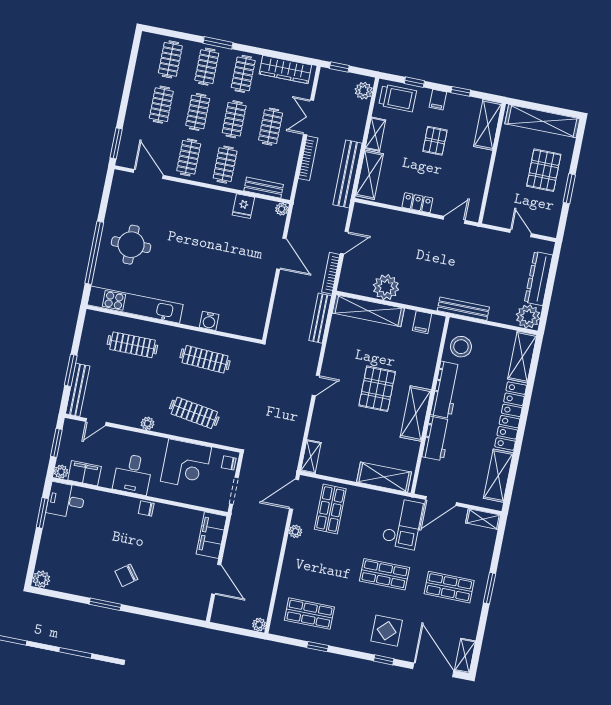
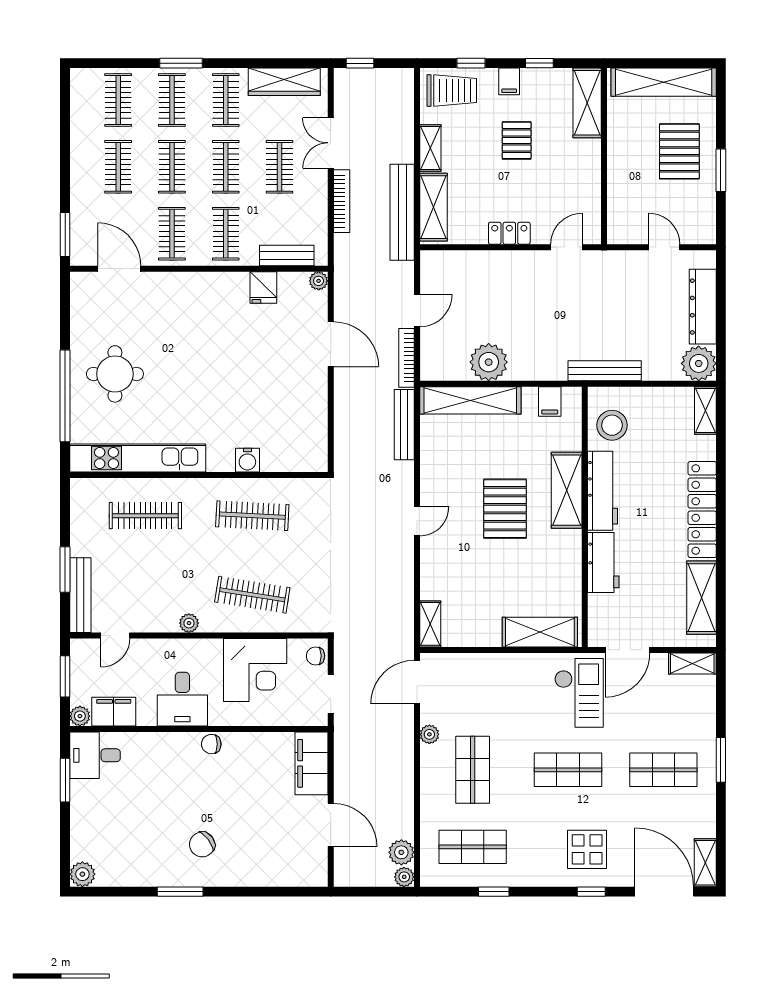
plant: (364, 91) -> (401, 852), moved
shelving: (522, 357) -> (705, 411), width x0.67, depth x0.75
shelving: (416, 414) -> (567, 490), moved
shop shelf: (330, 509) -> (473, 770), moved

